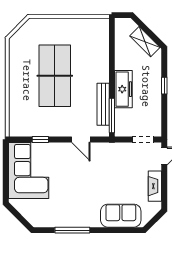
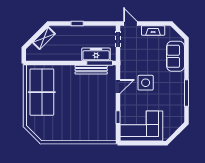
table tennis table: (55, 76) -> (42, 92), moved, turned 90
freezer: (123, 89) -> (96, 54), moved
side table: (86, 176) -> (146, 83), added

